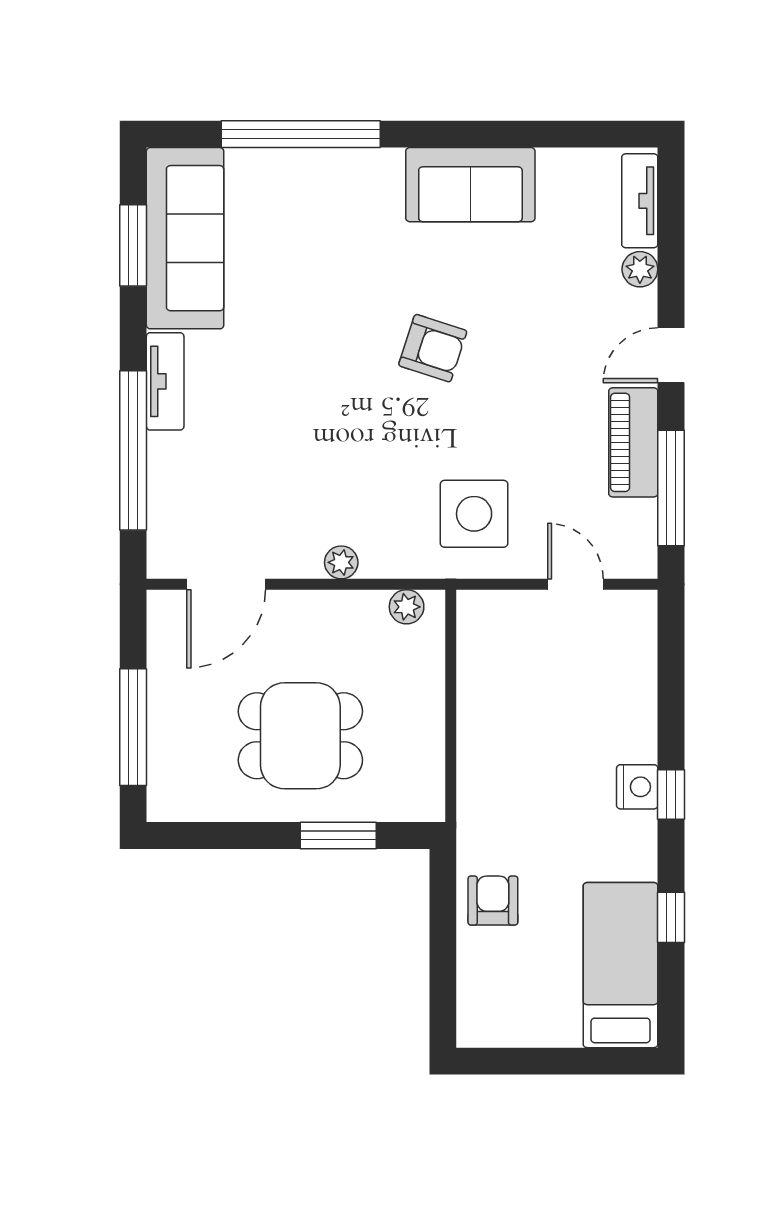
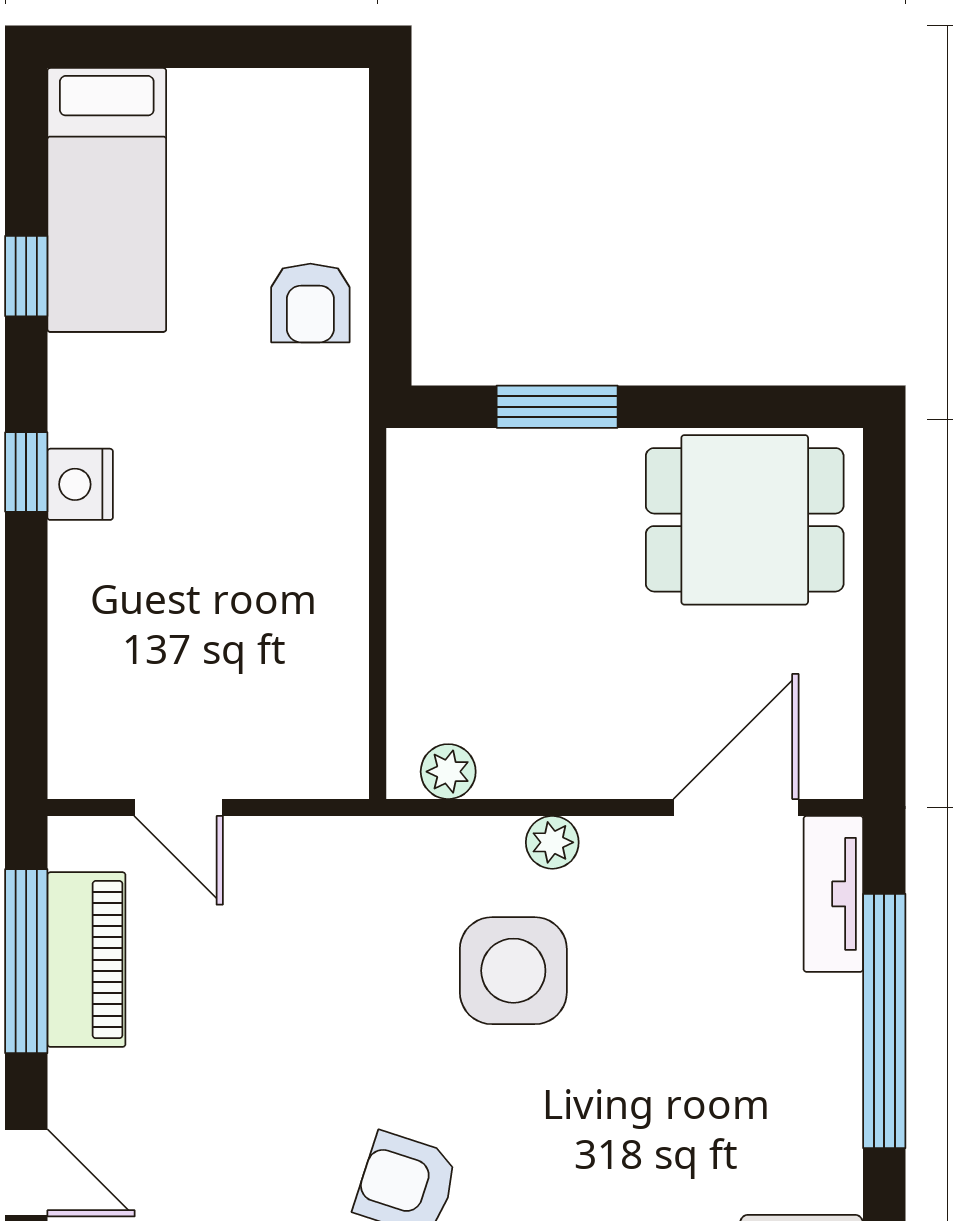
door: (671, 355) -> (26, 1173), hinge flipped
tv unit: (165, 381) -> (833, 894), moved
piano: (633, 442) -> (86, 960), moved
side table: (474, 514) -> (513, 971), moved
window: (133, 727) -> (884, 580), removed
dining table: (300, 736) -> (745, 520), moved

